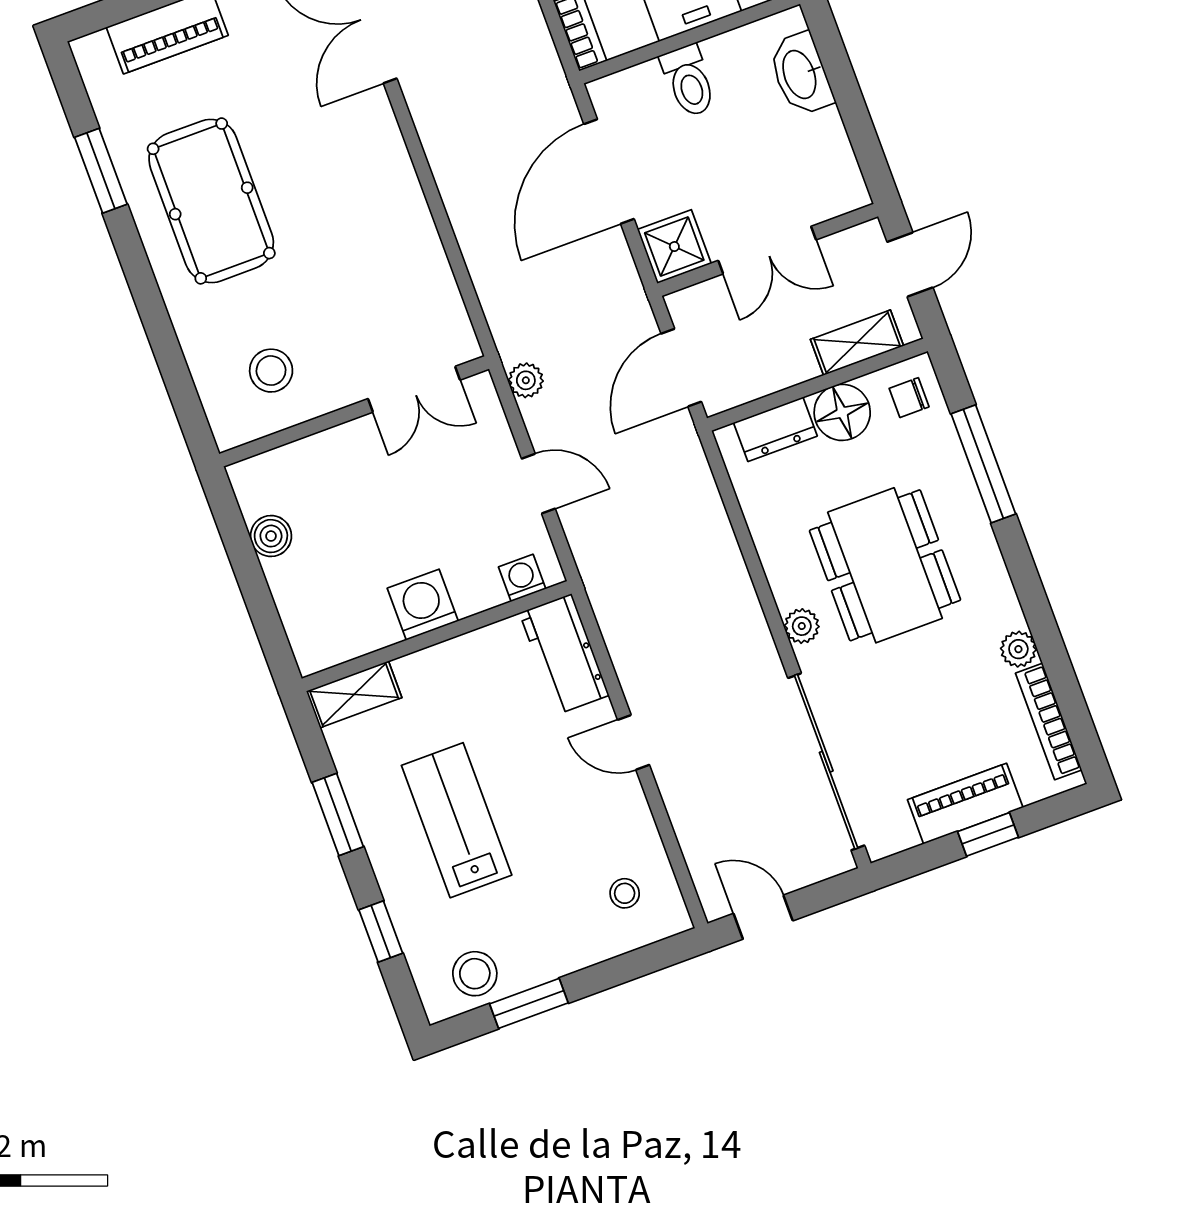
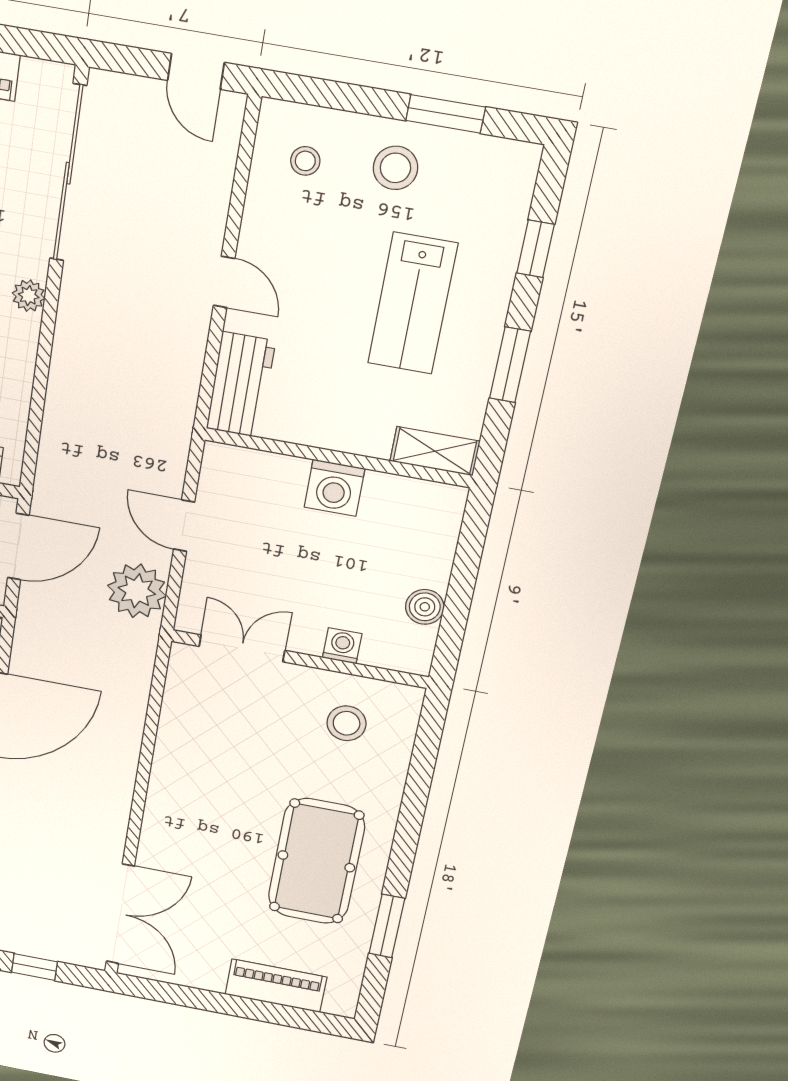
plant: (526, 380) -> (137, 591), width x1.87, depth x1.87
washing machine: (522, 578) -> (342, 646), moved, turned 180
stool: (475, 974) -> (395, 168), moved

